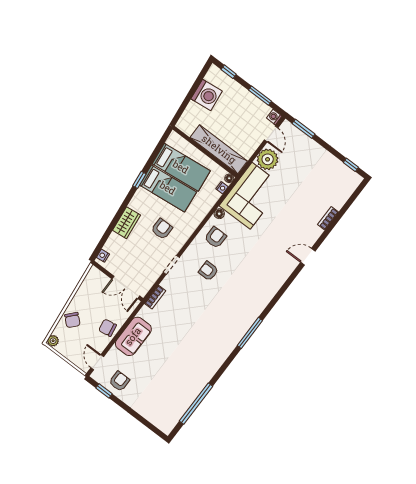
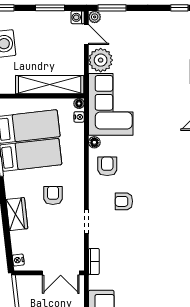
plant: (286, 126) -> (95, 17), added

